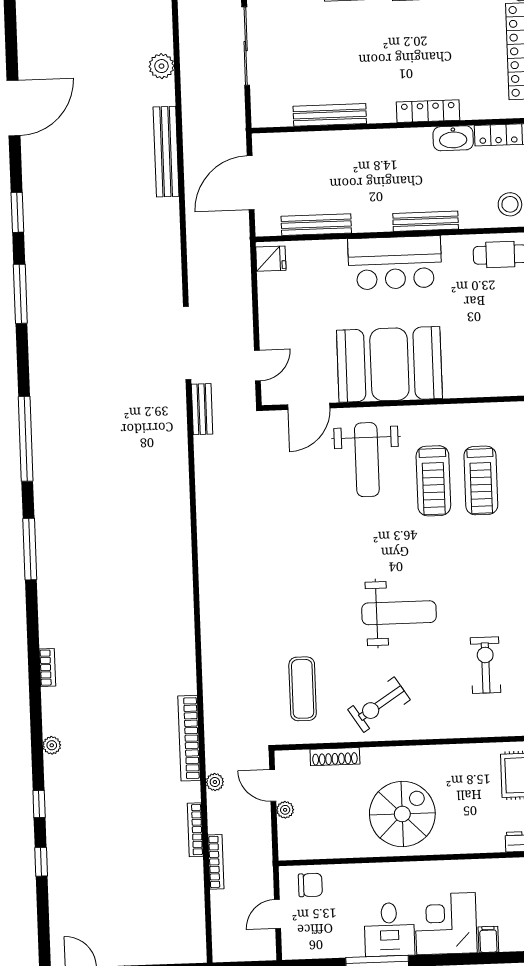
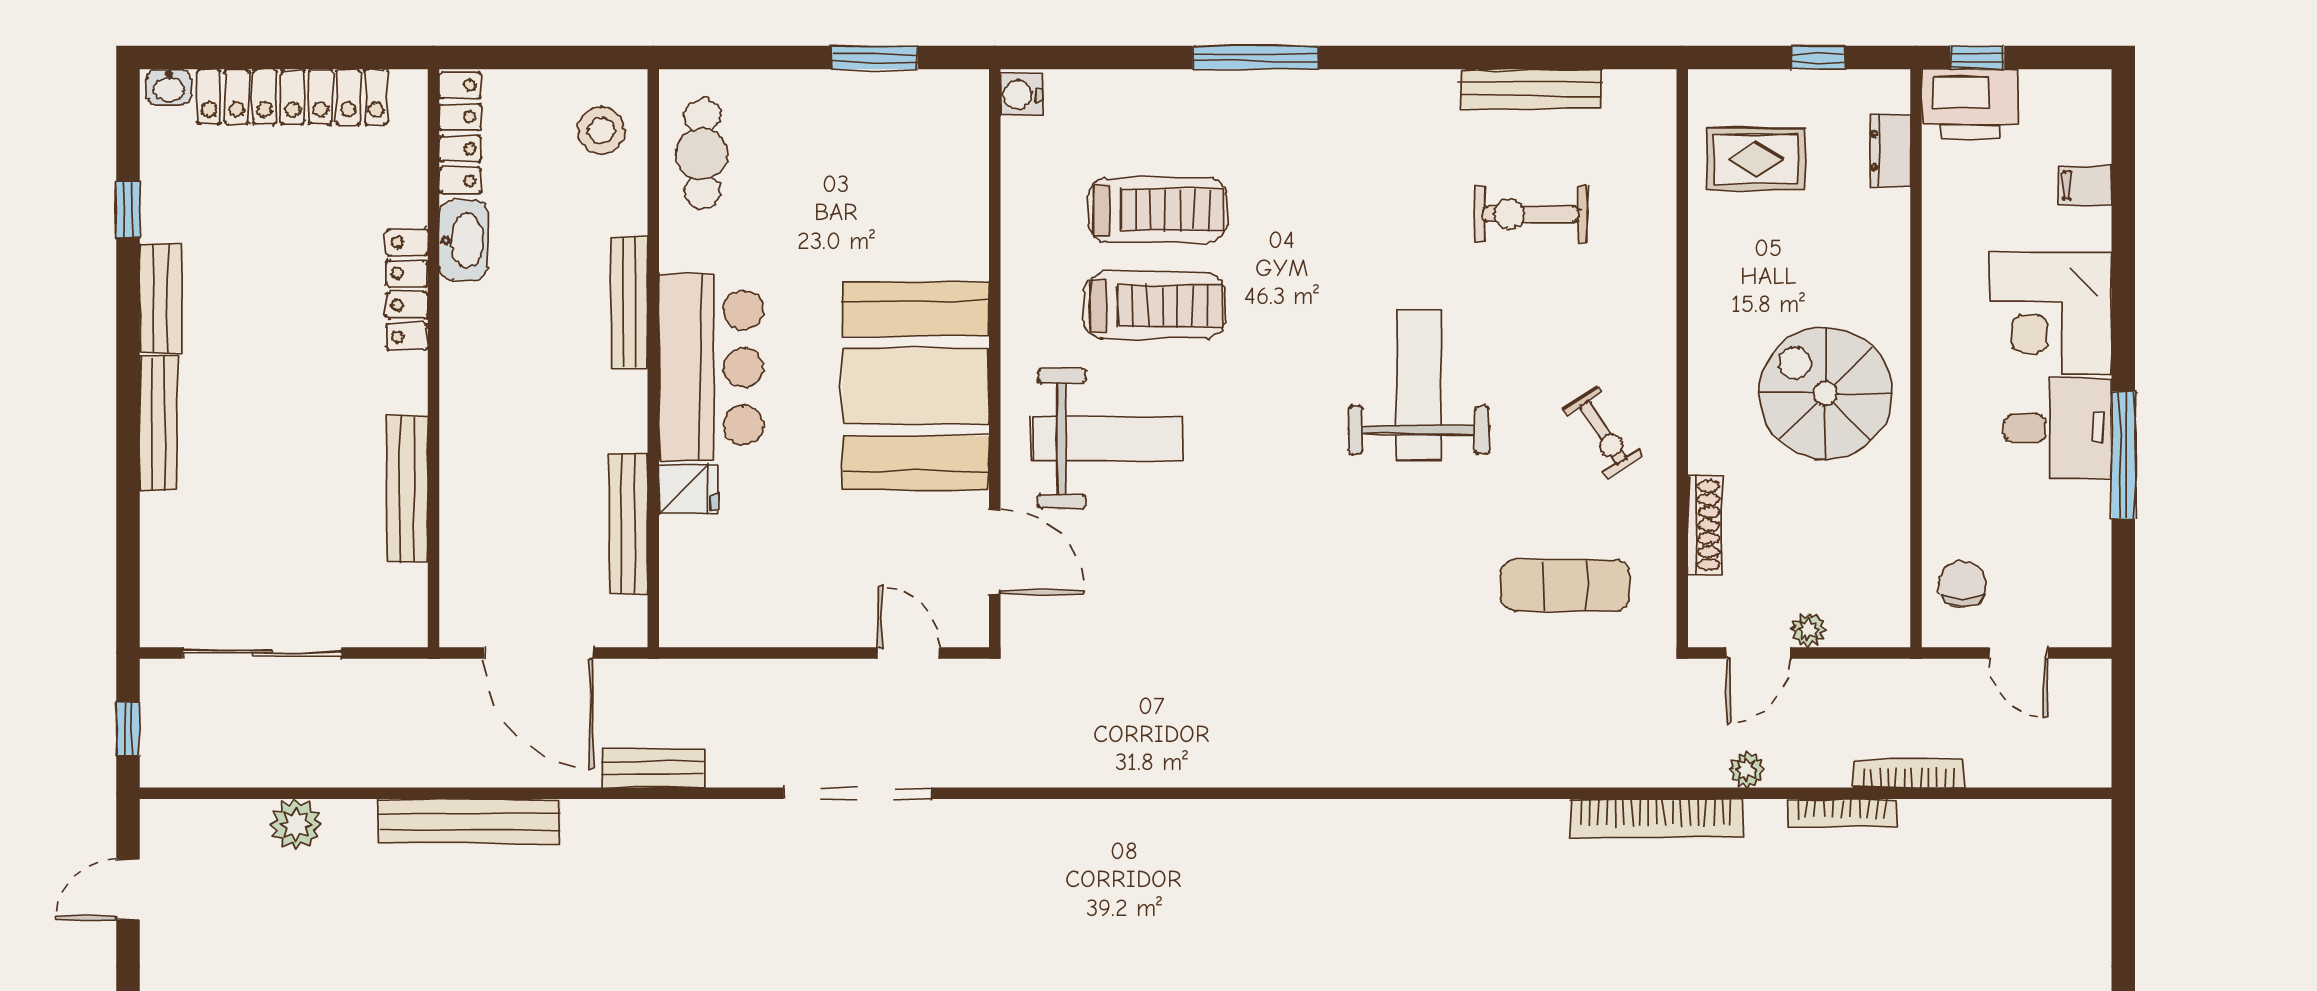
fridge: (271, 259) -> (688, 490), moved, turned 90
bench: (202, 409) -> (653, 768), moved
exercise bike: (379, 705) -> (1603, 432), width x0.73, depth x0.72
filing cabinet: (488, 939) -> (2085, 186), moved

